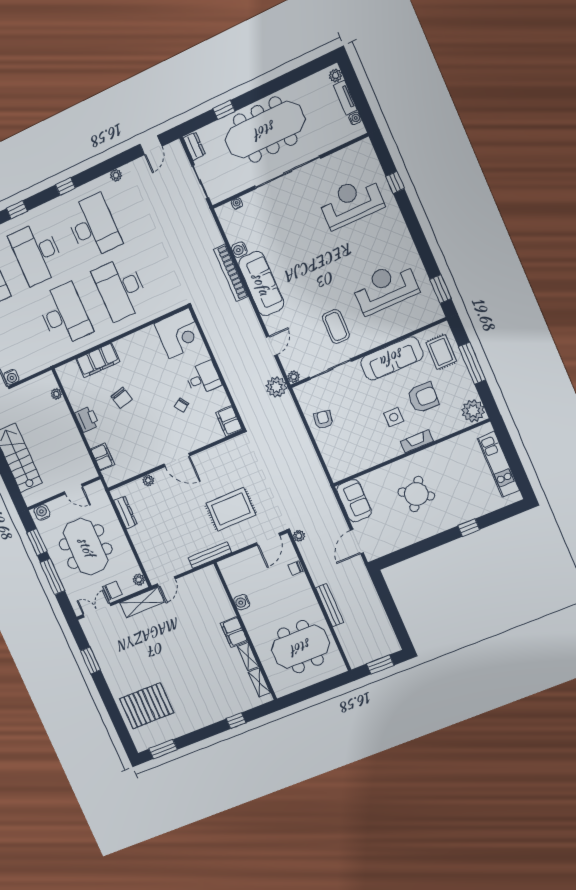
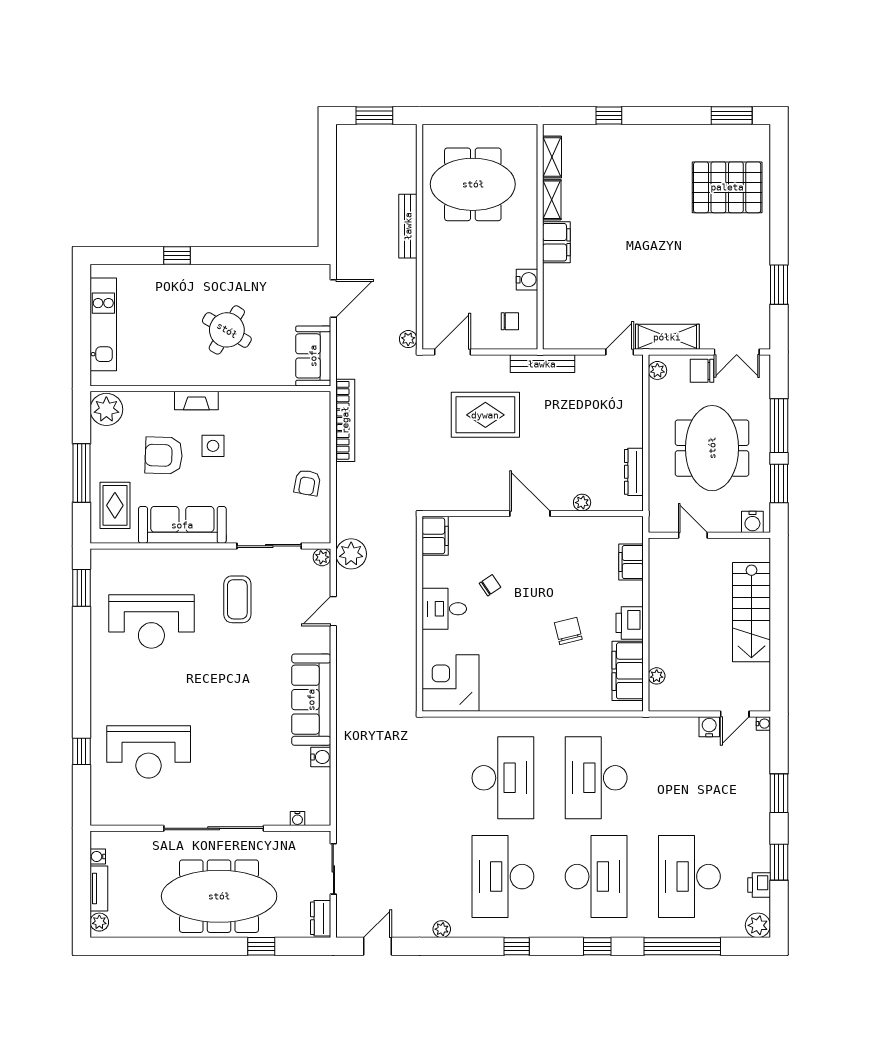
bookcase: (231, 273) -> (345, 420), moved
filing cabinet: (98, 360) -> (628, 671), moved, turned -90
chair: (295, 568) -> (510, 321), moved

